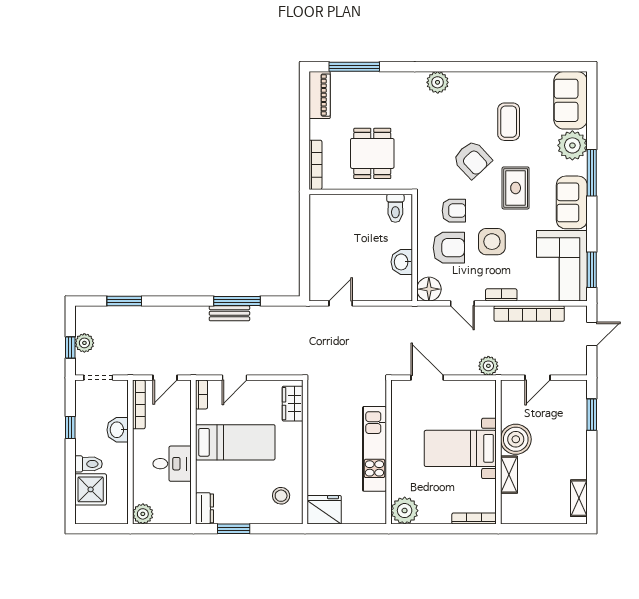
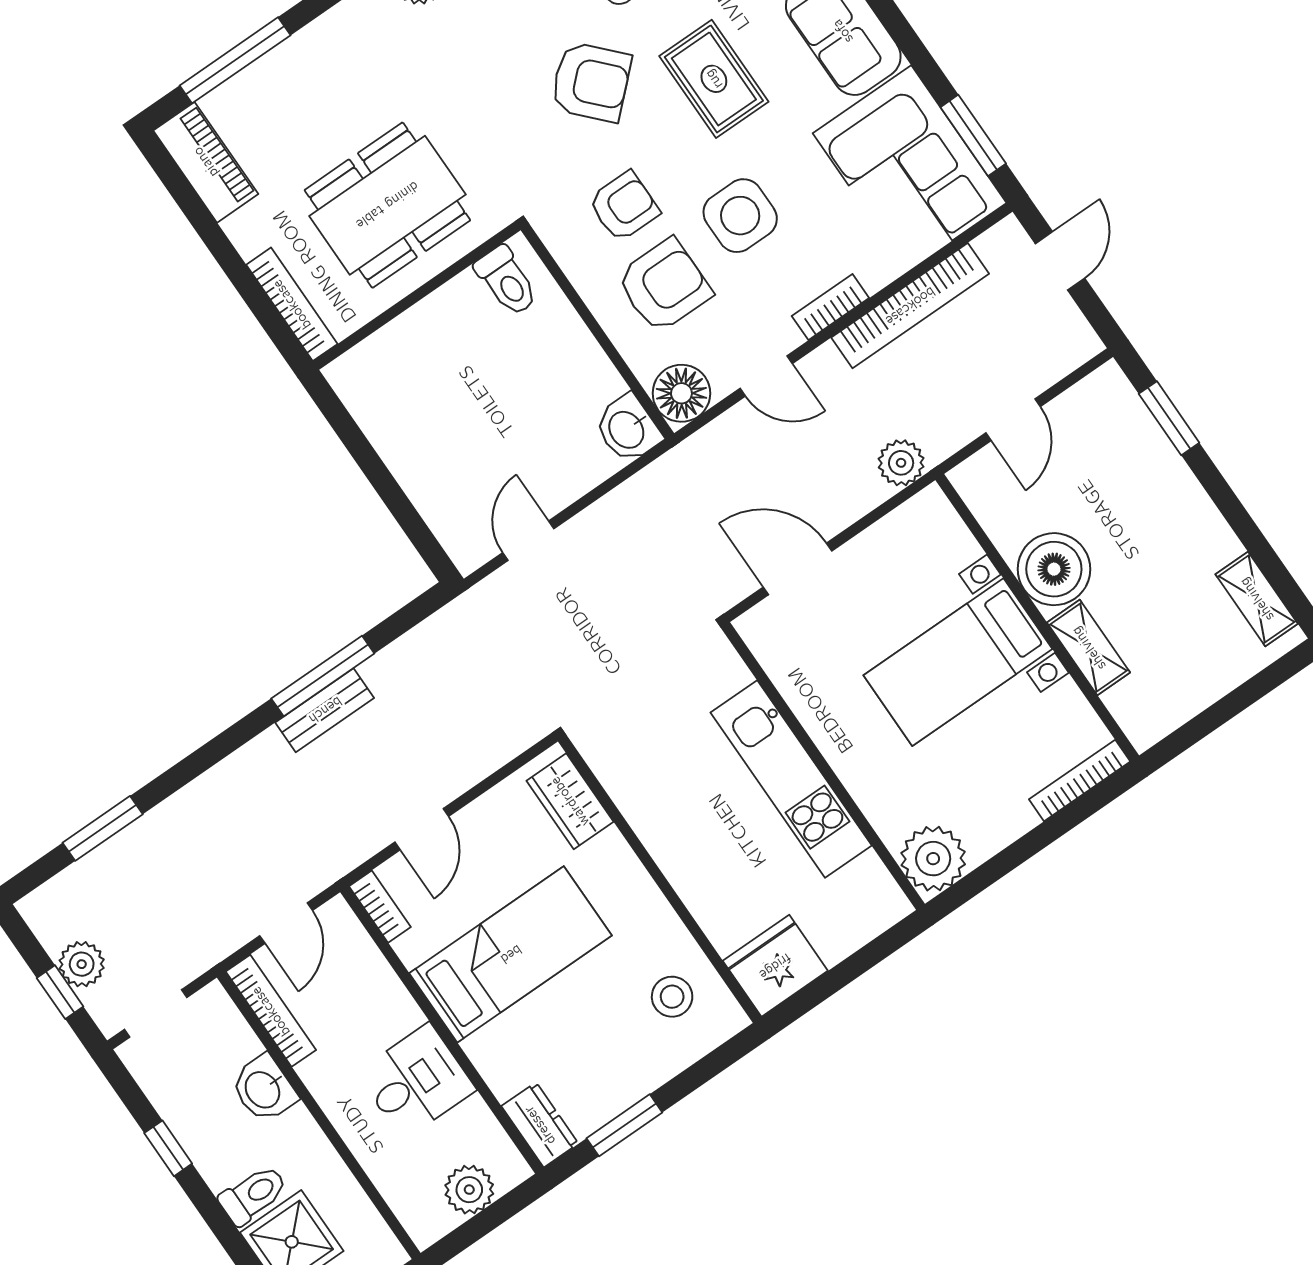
dining table: (372, 153) -> (387, 205), width x1.38
washbasin: (402, 262) -> (628, 429), moved
plant: (143, 514) -> (469, 1190), moved

